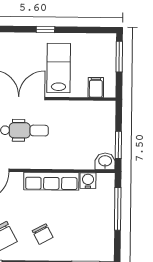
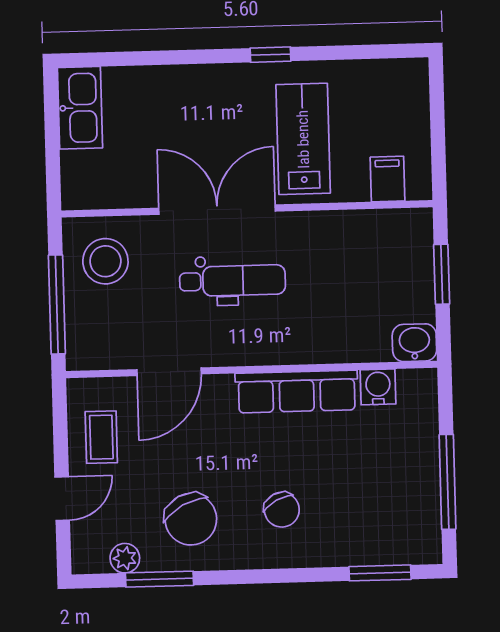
window: (119, 57) -> (437, 109), removed
window: (118, 145) -> (442, 274), moved
window: (118, 209) -> (447, 482), moved

